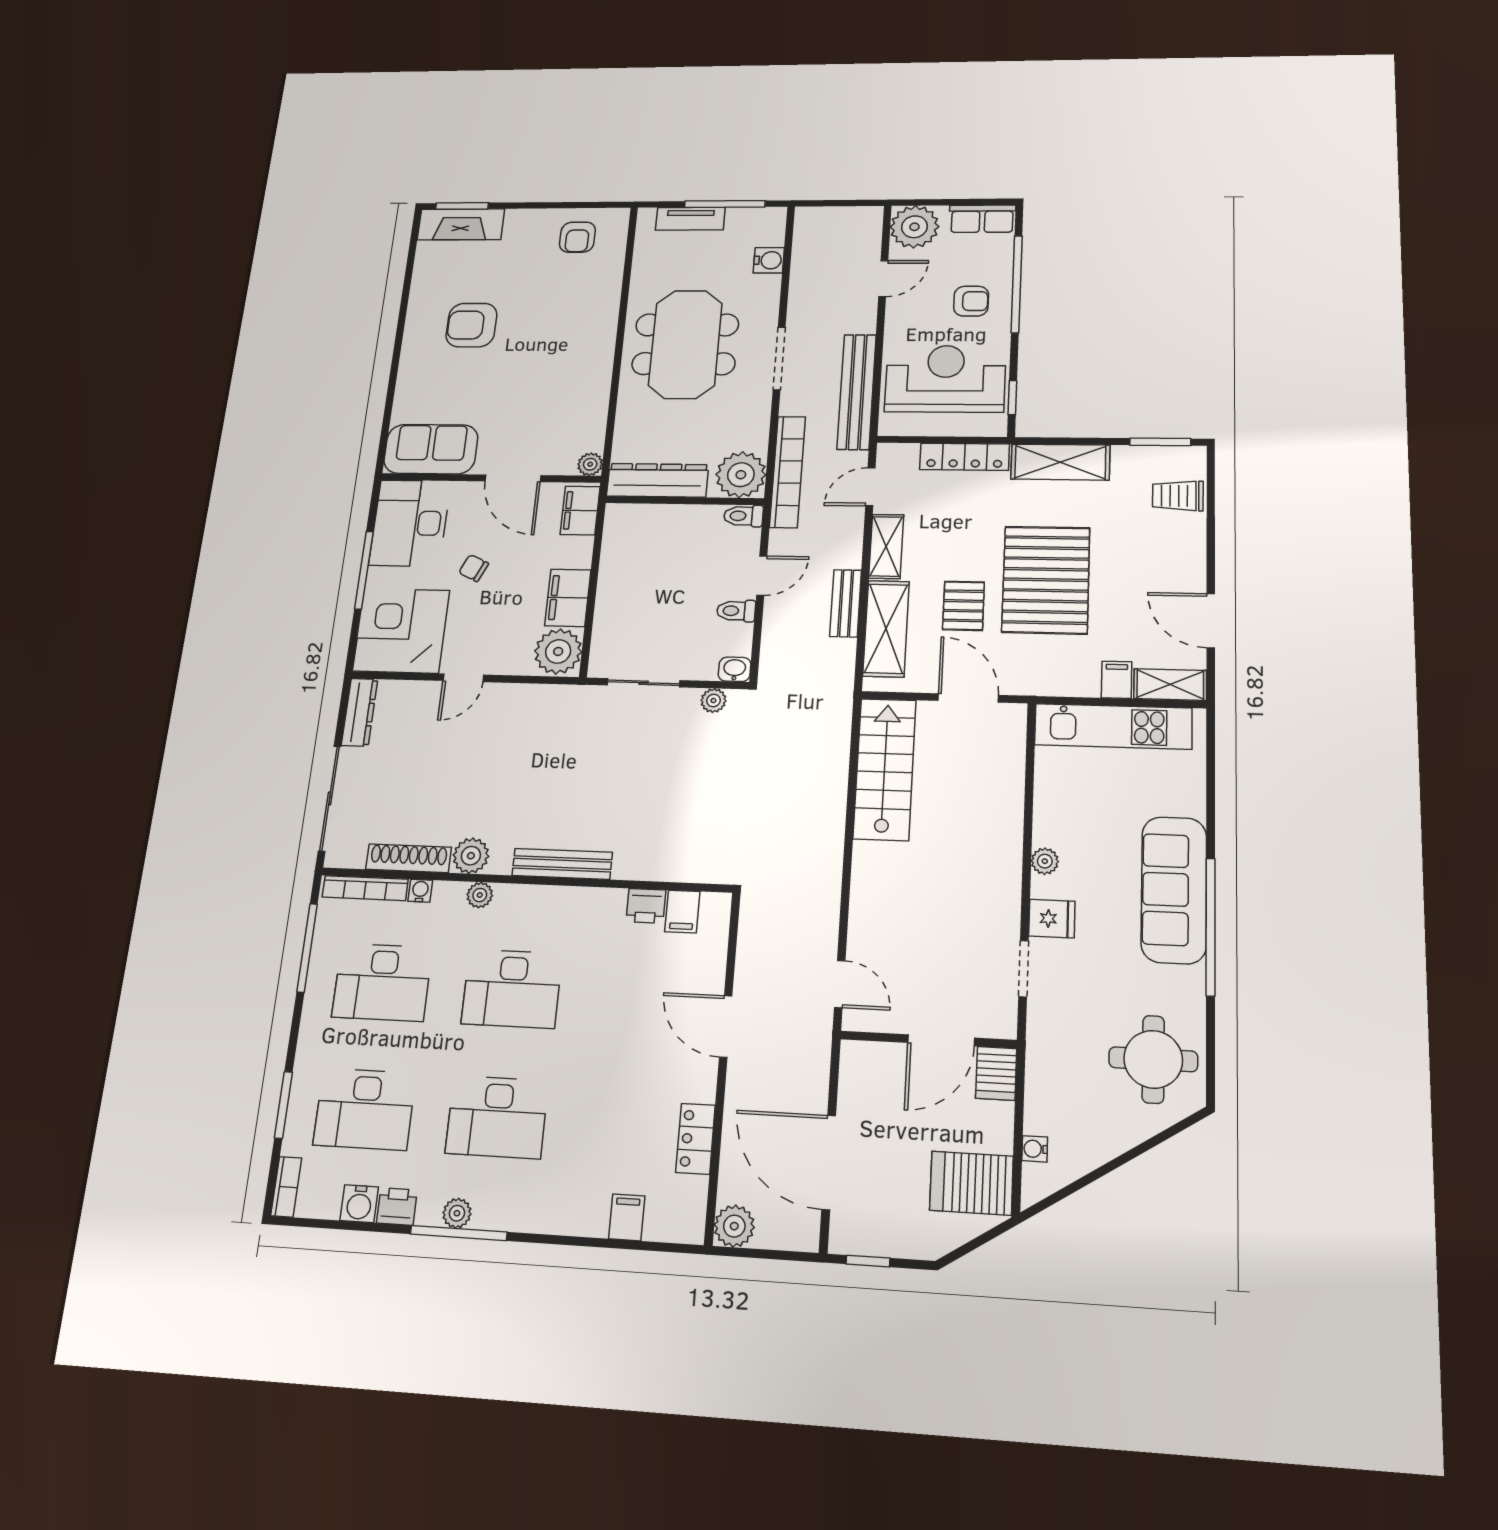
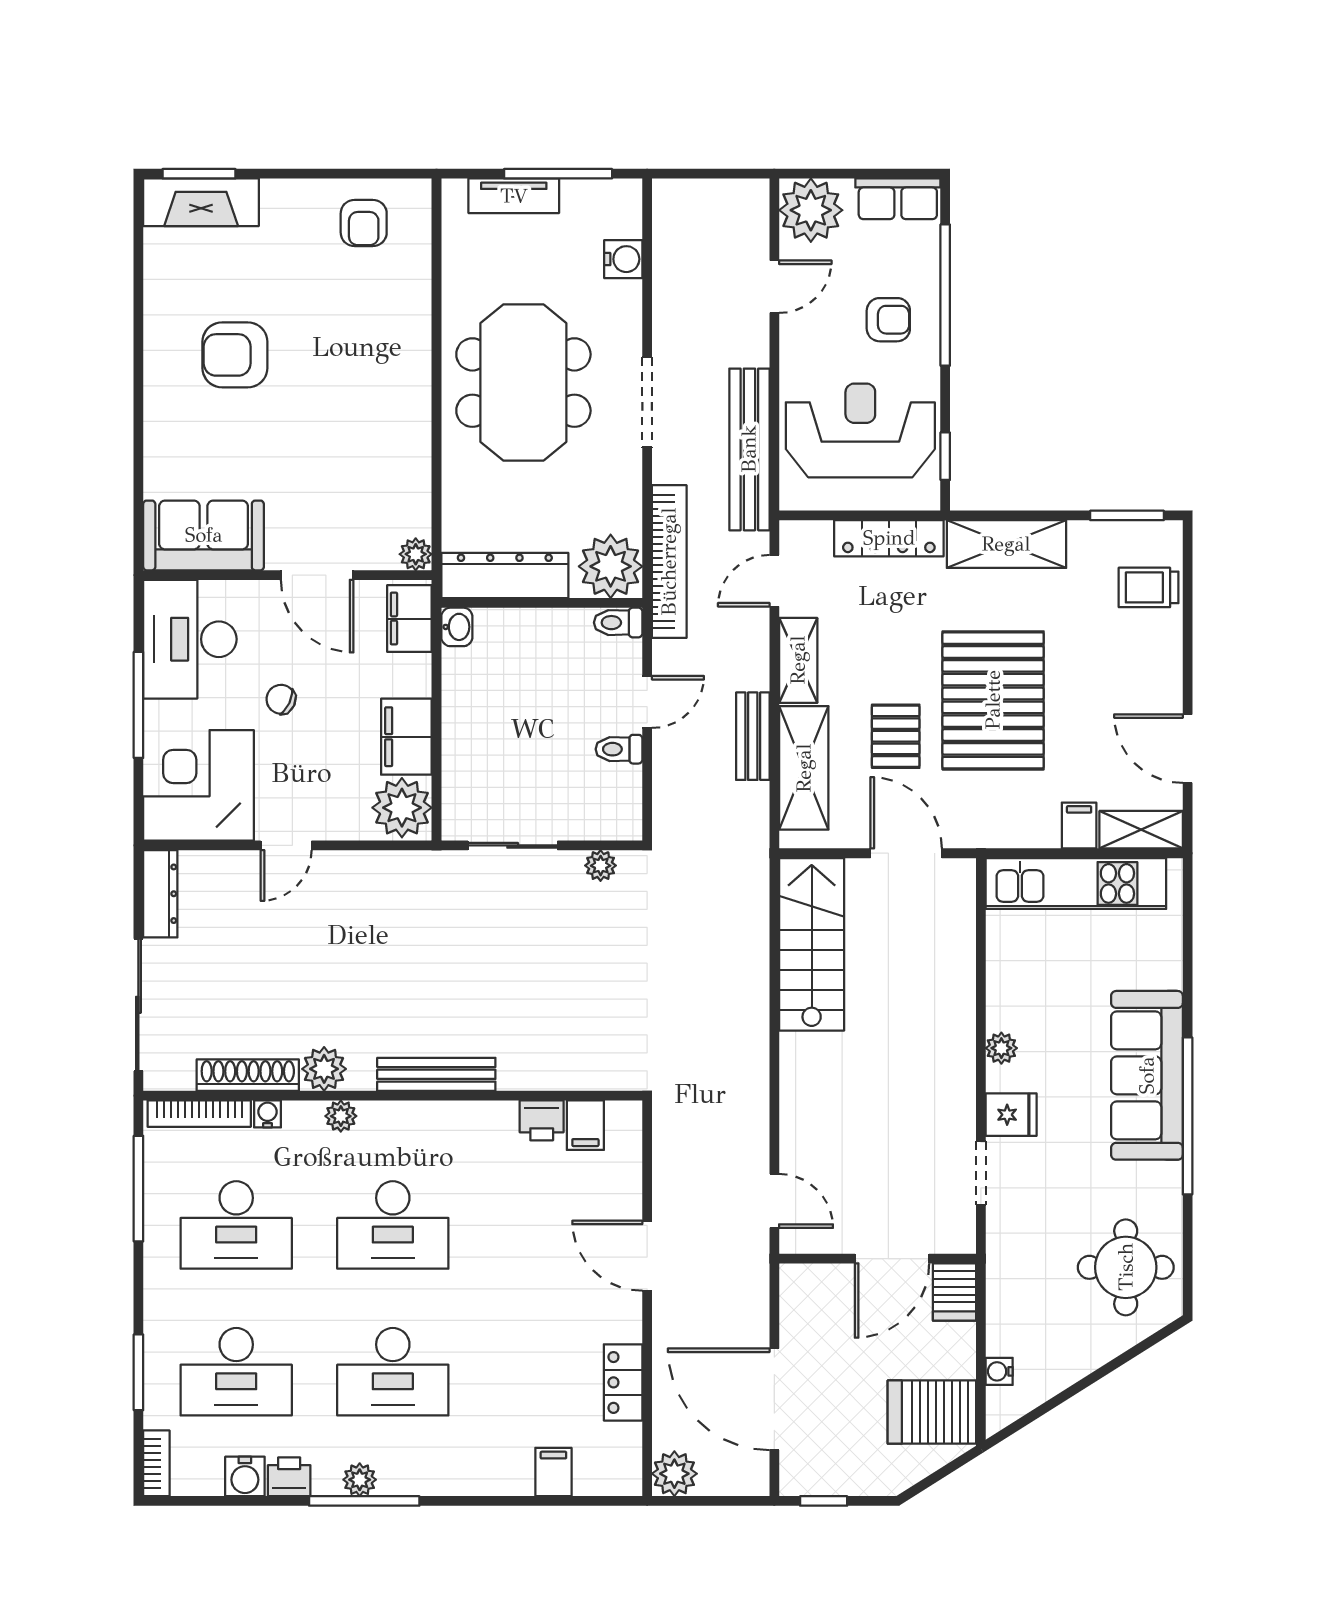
washbasin: (735, 669) -> (457, 627), moved, turned 90

